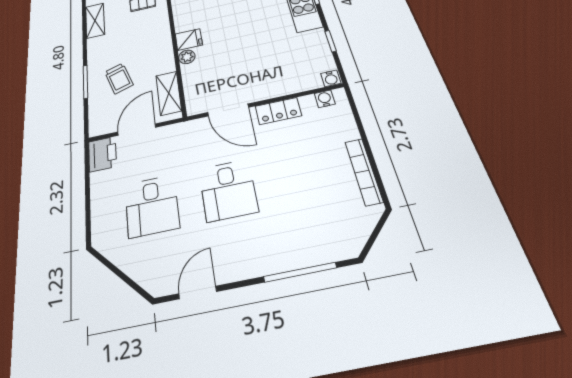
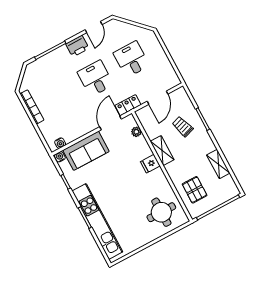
plant: (187, 57) -> (136, 132), moved
sofa: (283, 78) -> (86, 151), added
shelving: (169, 93) -> (162, 151), moved
door: (228, 110) -> (110, 123), hinge flipped
locker: (278, 111) -> (128, 105), moved
printer: (102, 154) -> (77, 46), moved, turned -90

